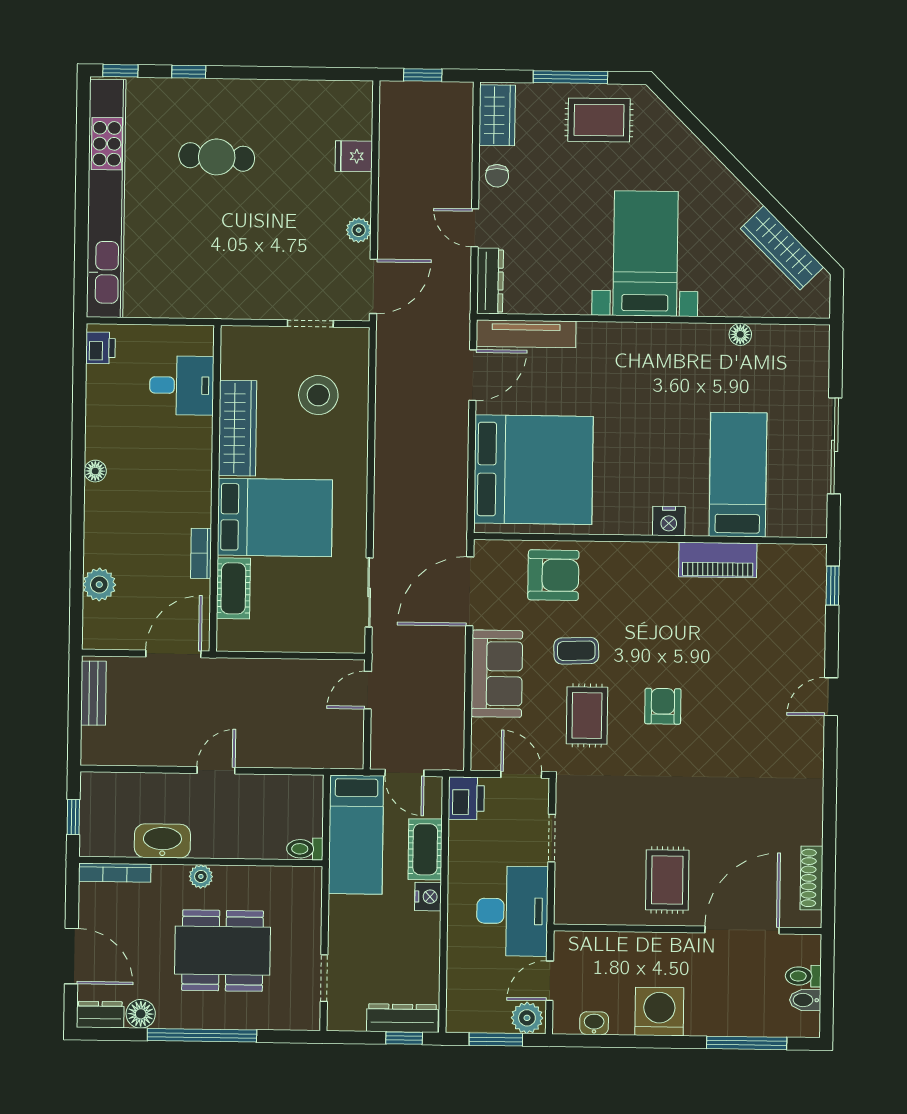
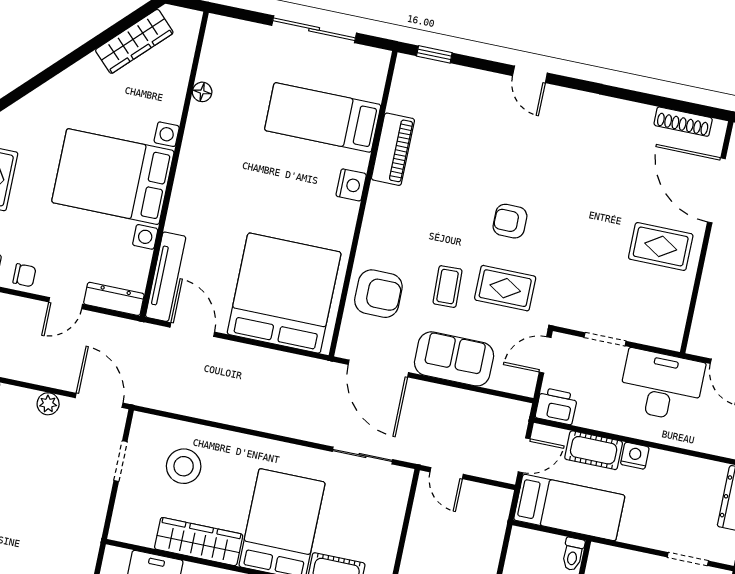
bed with nightstands: (645, 253) -> (113, 177), width x1.36
armchair: (553, 575) -> (378, 294), turned 90

